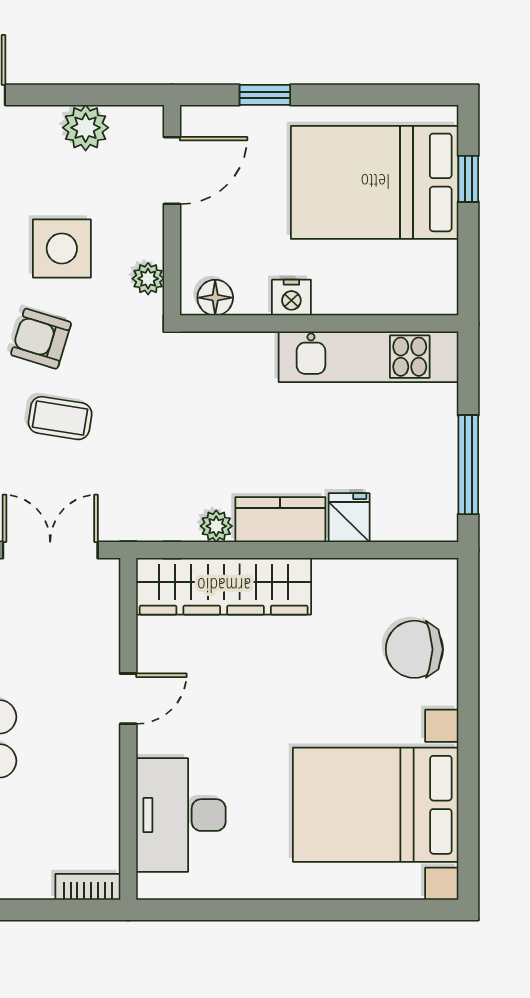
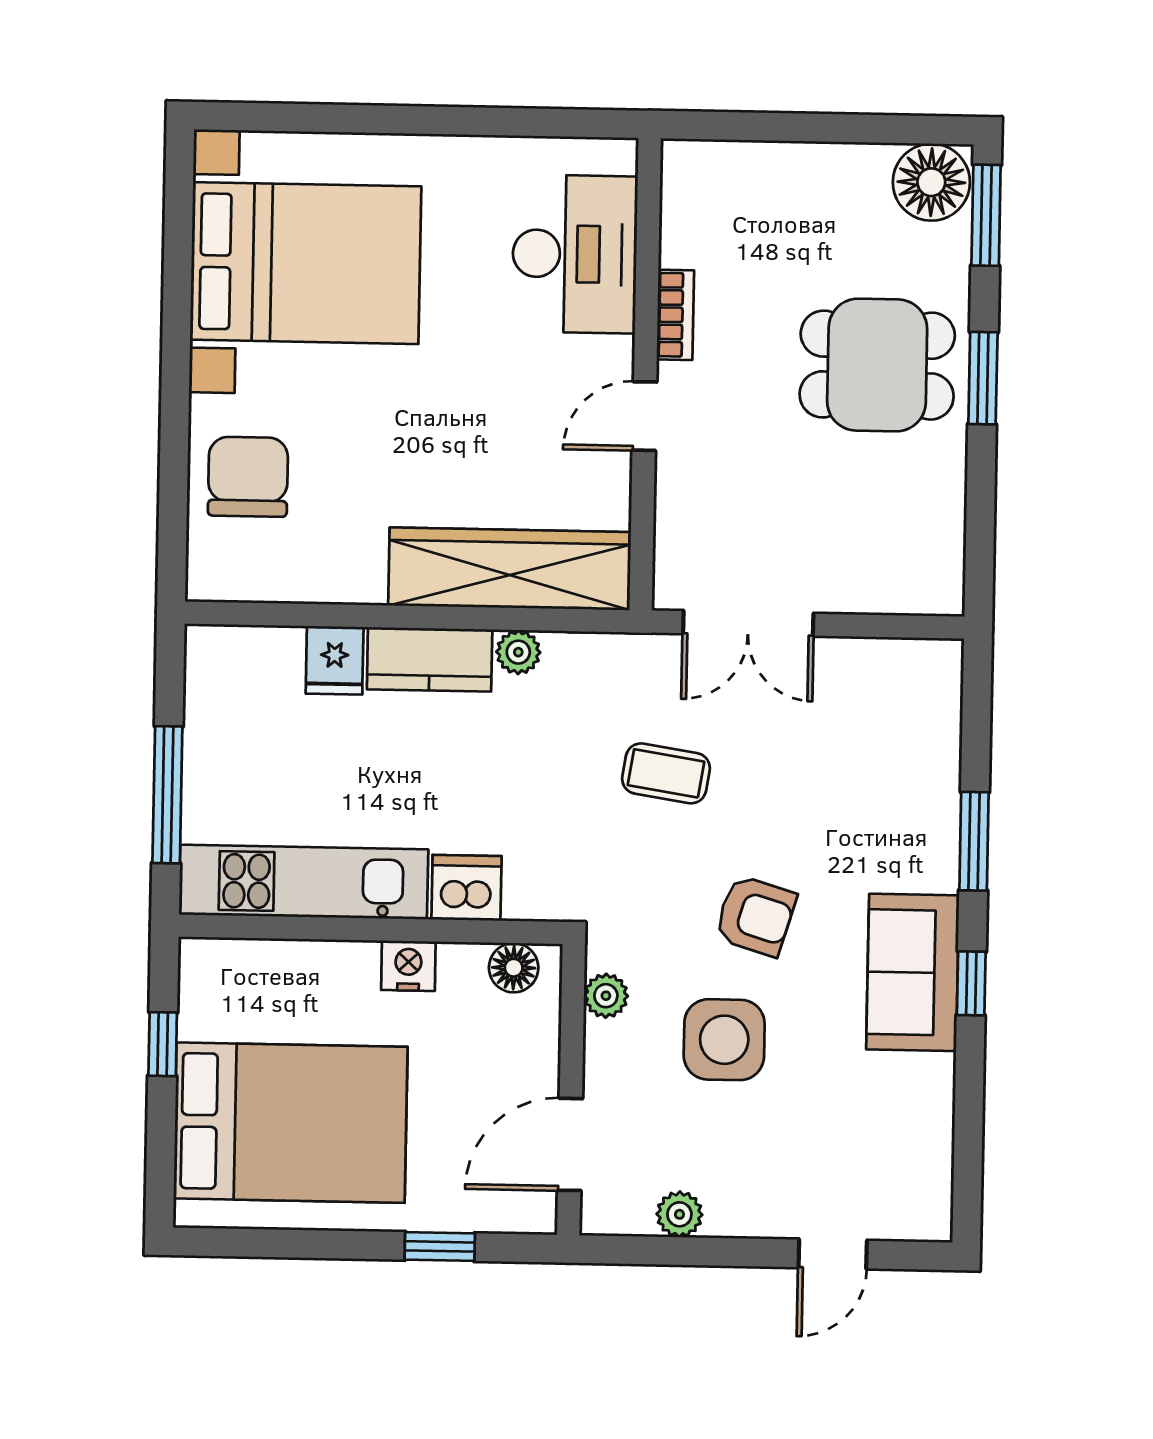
plant: (86, 128) -> (679, 1214), width x0.73, depth x0.73
window: (468, 179) -> (163, 1044), moved
dishwasher: (250, 355) -> (467, 888), added
coffee table: (60, 418) -> (666, 773), moved
window: (468, 465) -> (167, 795), moved
chair: (414, 649) -> (248, 477), turned -90
bookcase: (88, 887) -> (675, 315), moved, turned -90

